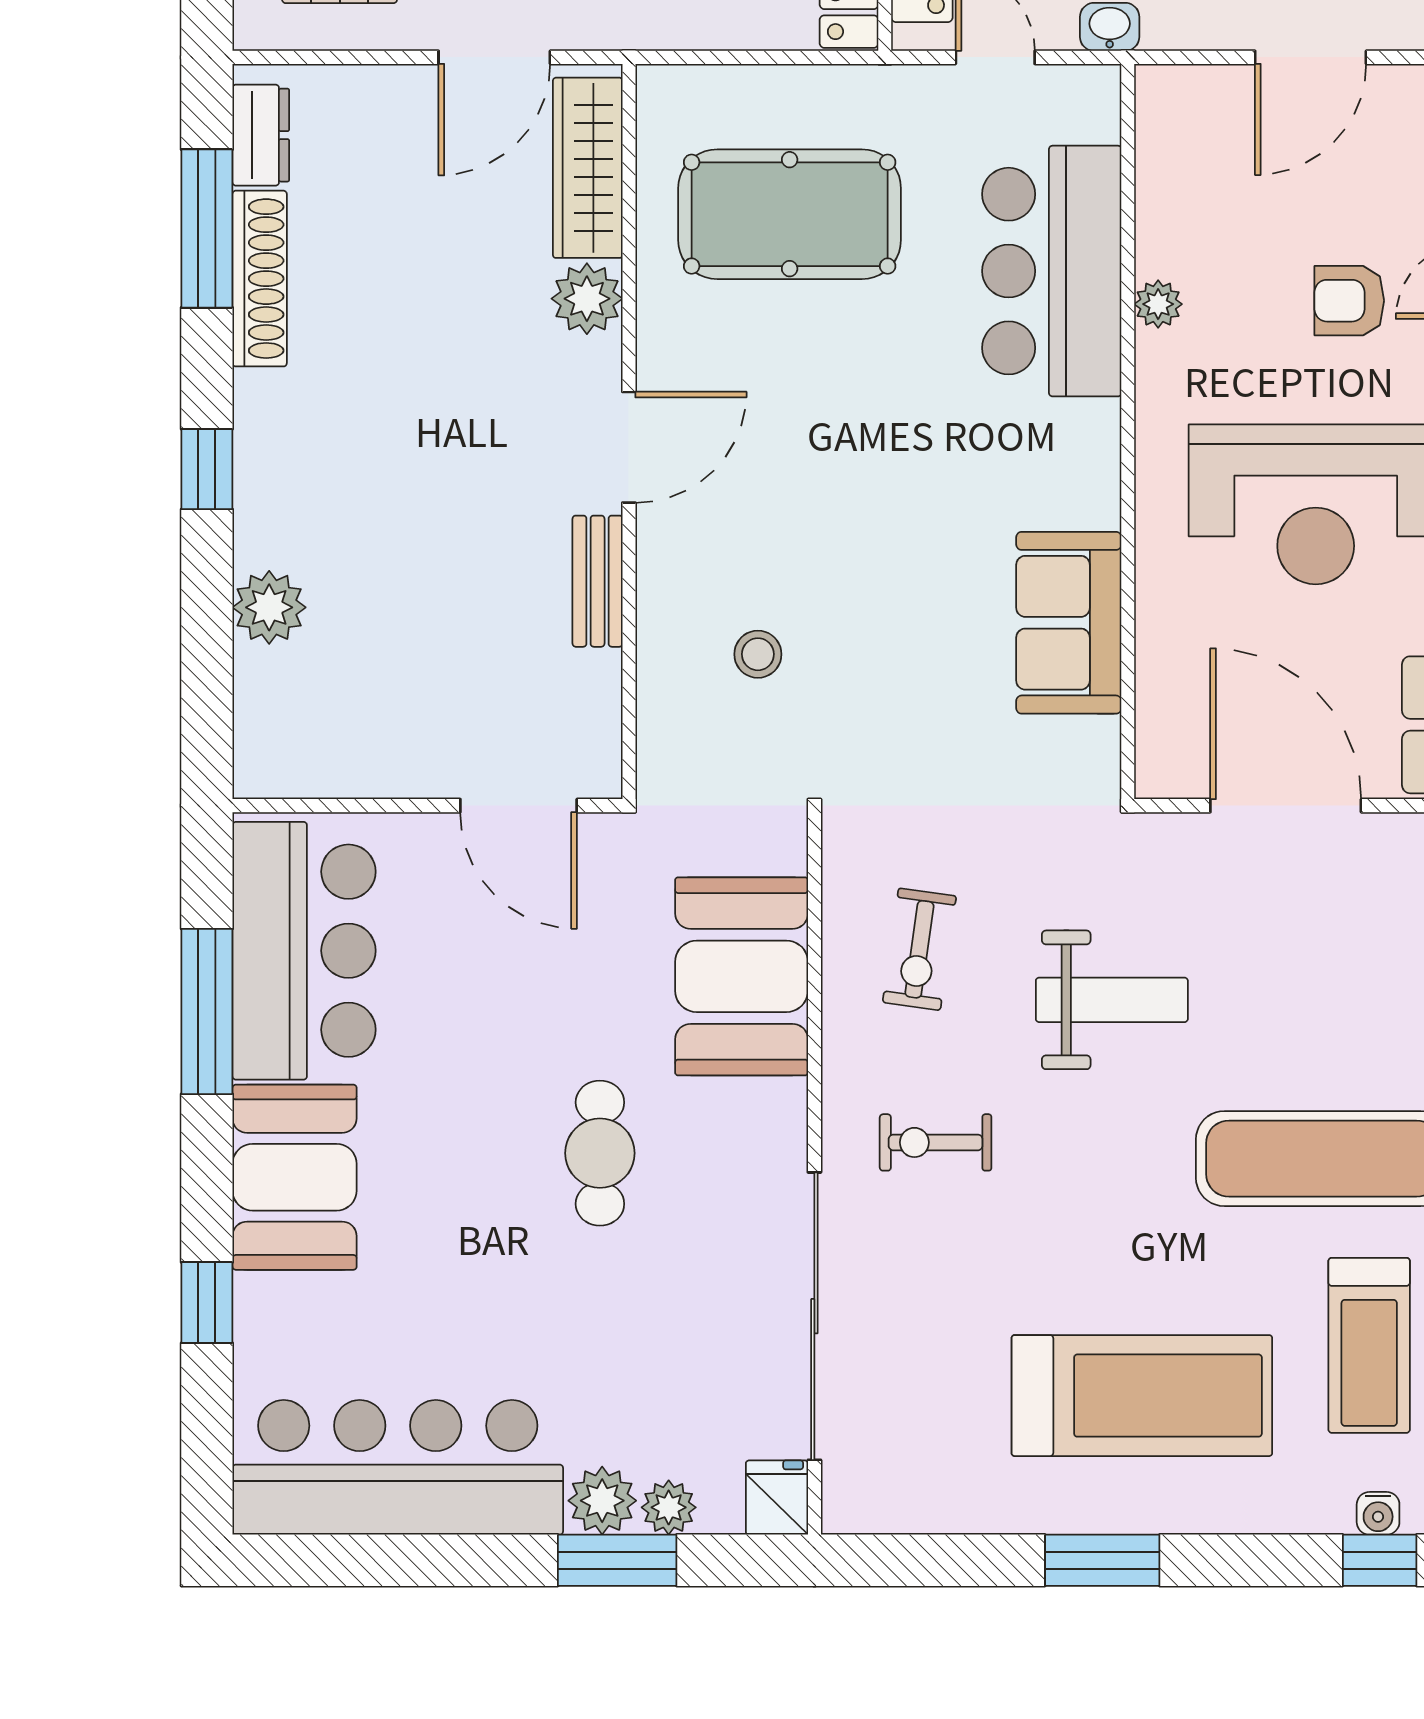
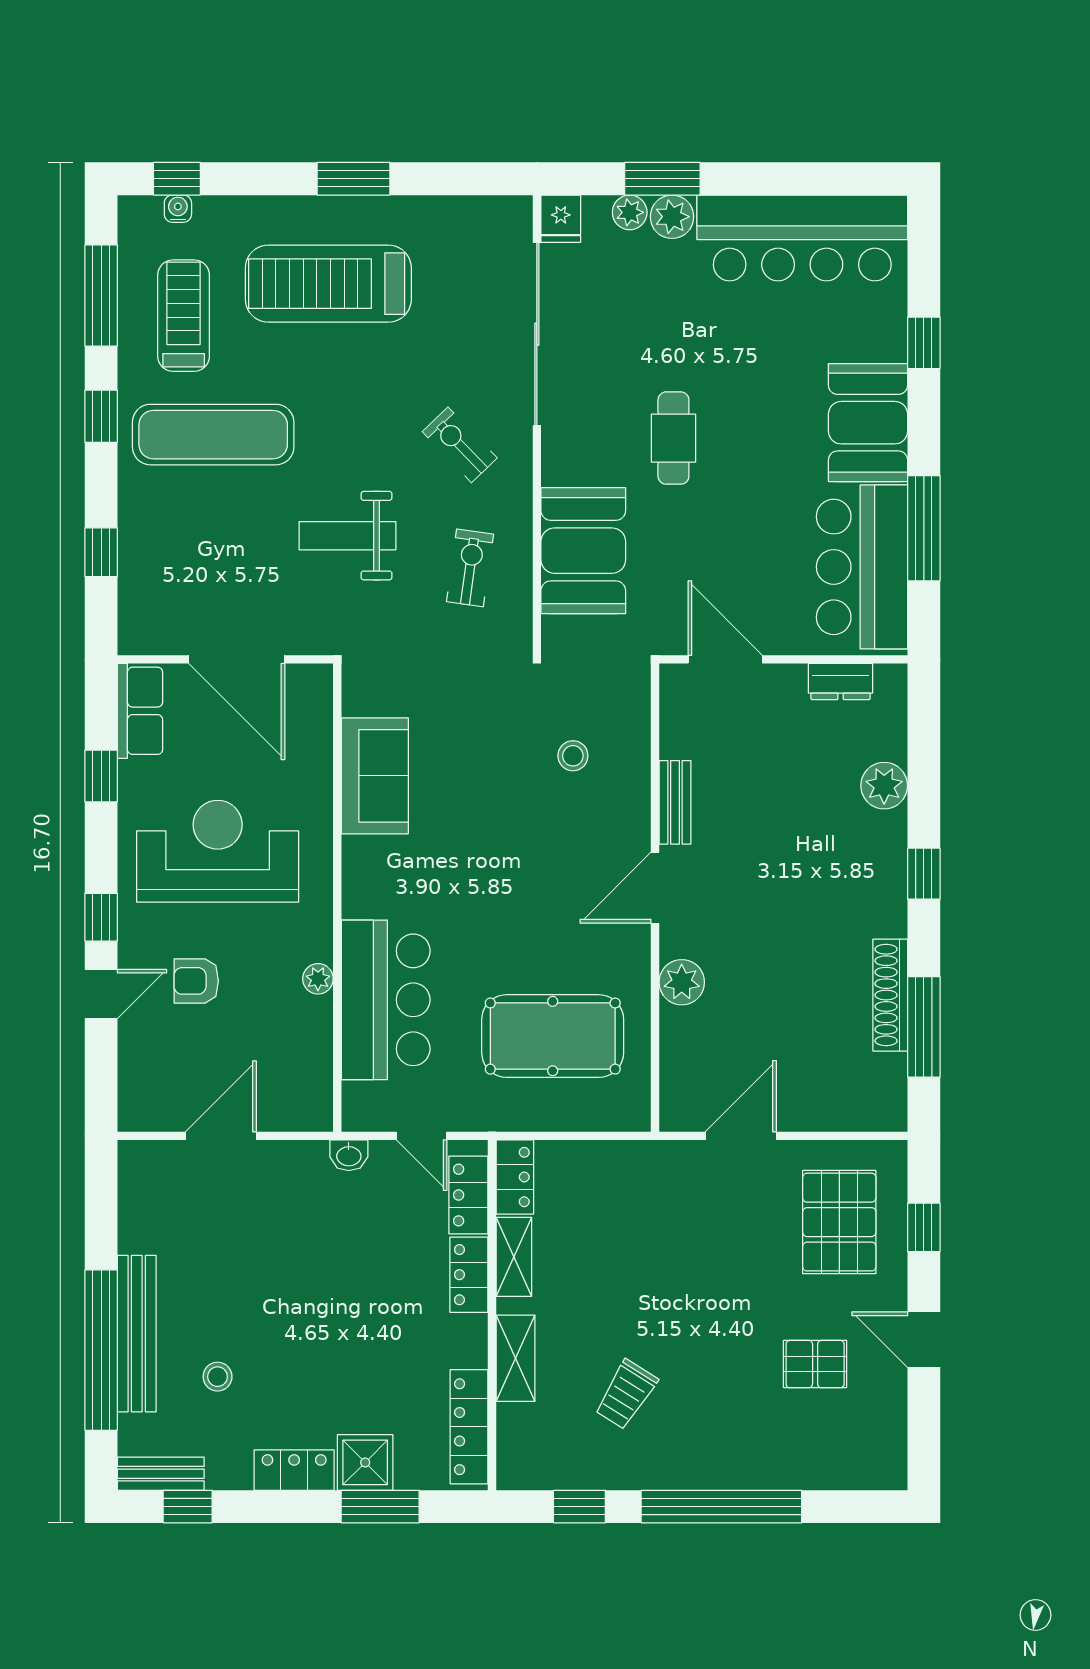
dresser: (261, 135) -> (841, 681), moved, turned -90
wardrobe: (588, 168) -> (681, 1066), removed
armchair: (1349, 301) -> (196, 981), turned 180
exercise bike: (936, 1142) -> (460, 445), turned -134

